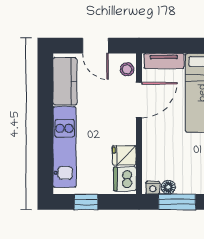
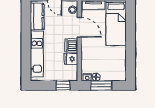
door: (139, 100) -> (79, 27), hinge flipped
dishwasher: (125, 179) -> (71, 46), moved
window: (86, 202) -> (63, 85), moved

